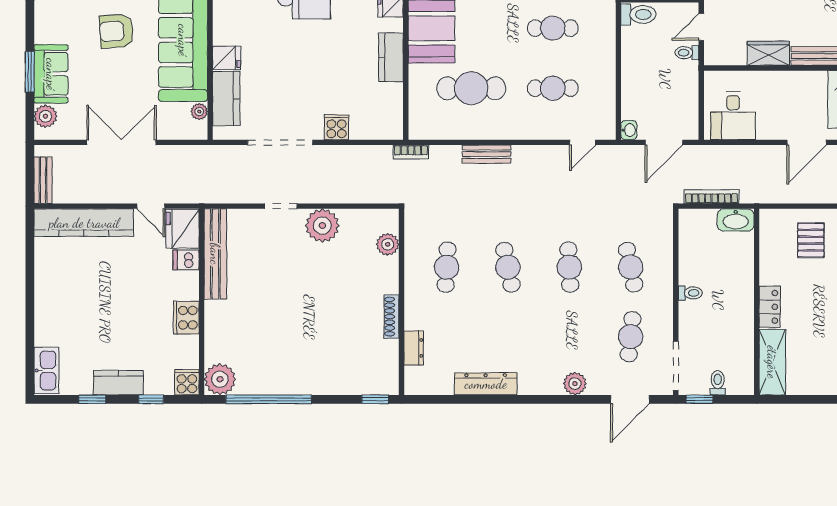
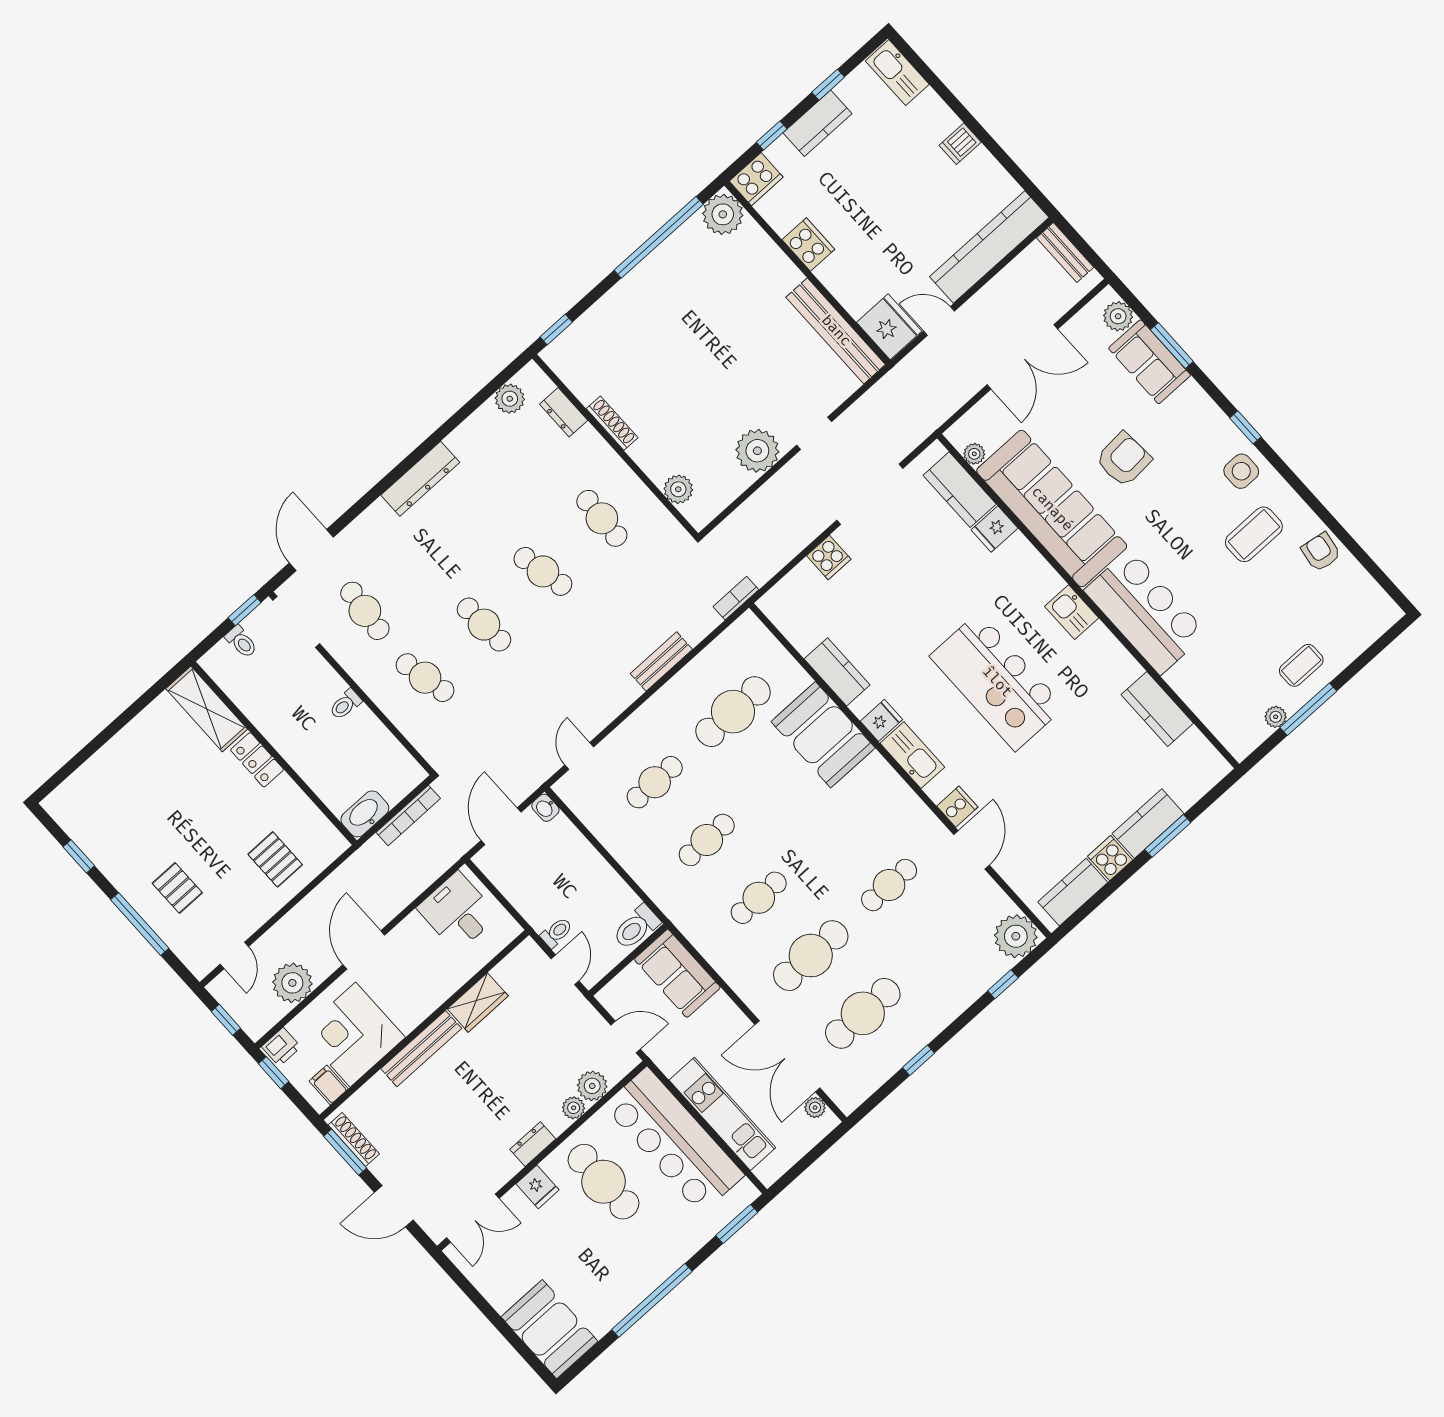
dishwasher: (186, 260) -> (960, 144), moved, turned 180
cooker: (187, 382) -> (756, 179), width x1.36
dresser: (486, 384) -> (420, 479), moved
plant: (575, 384) -> (510, 399), moved

